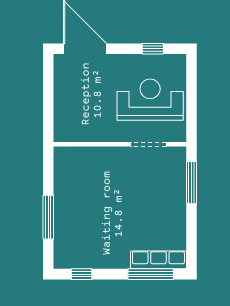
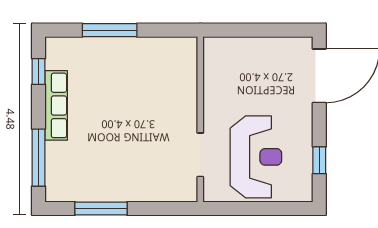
window: (191, 183) -> (101, 208), moved
row of seats: (158, 260) -> (56, 105), moved

